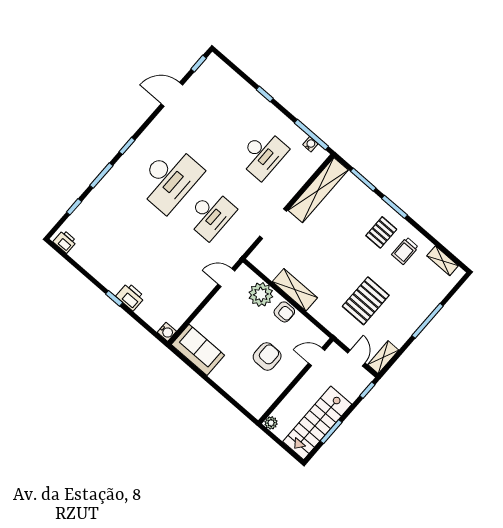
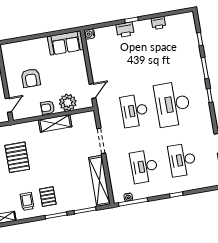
desk: (222, 118) -> (182, 160), added
printer: (65, 241) -> (158, 23), moved

